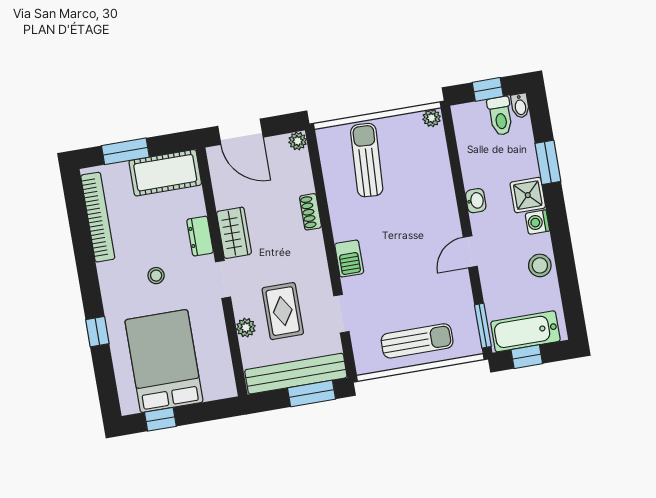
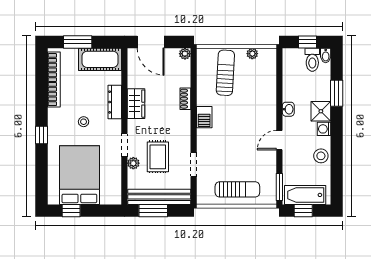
plant: (432, 118) -> (252, 54), moved
dresser: (200, 236) -> (115, 102), width x1.44
barbecue: (349, 259) -> (204, 117), moved
doorway: (223, 279) -> (124, 145), moved
window: (97, 332) -> (41, 135), moved
window: (311, 393) -> (153, 211), moved

